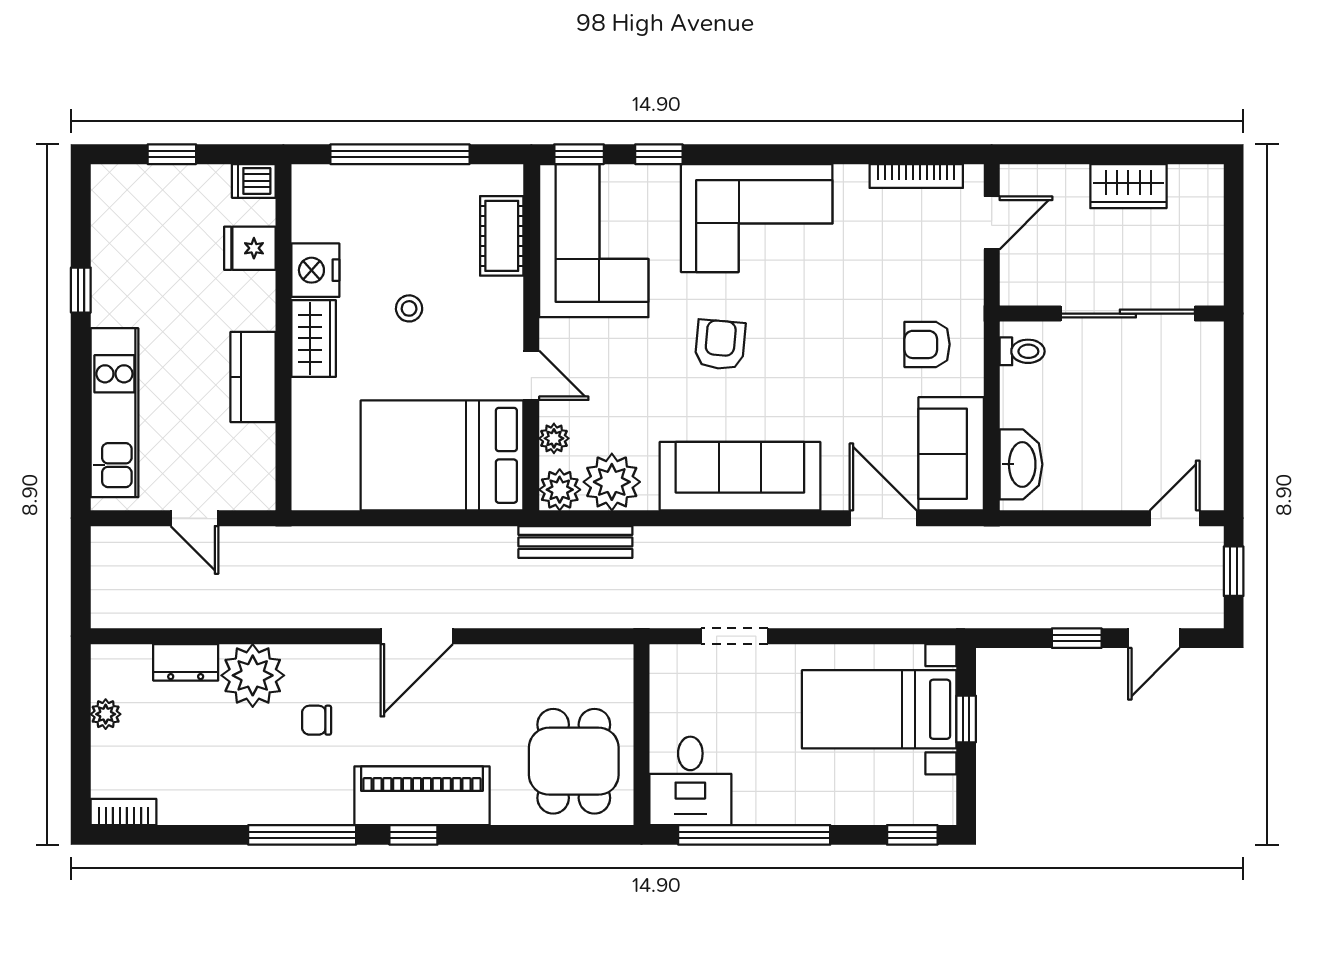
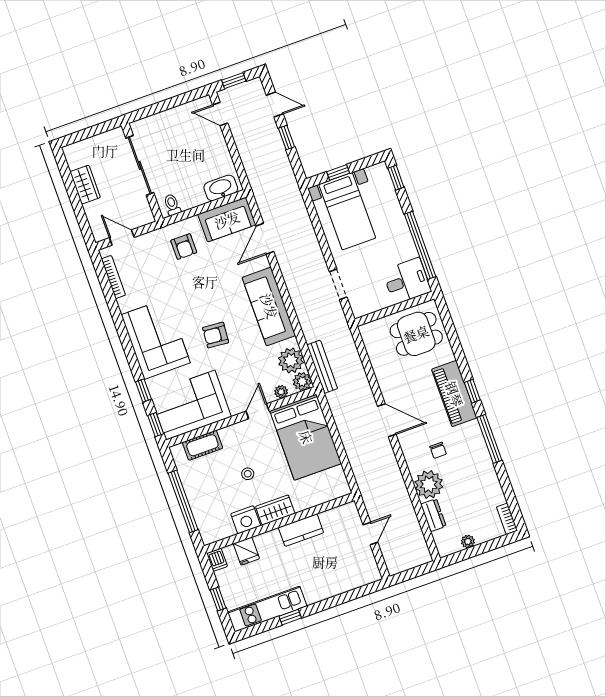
kitchen unit: (114, 413) -> (267, 609), moved

